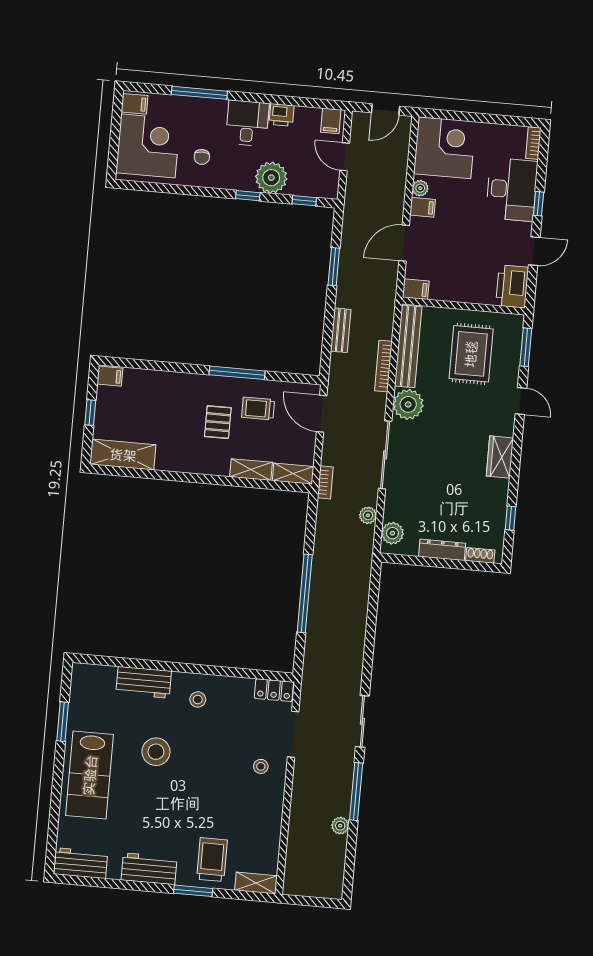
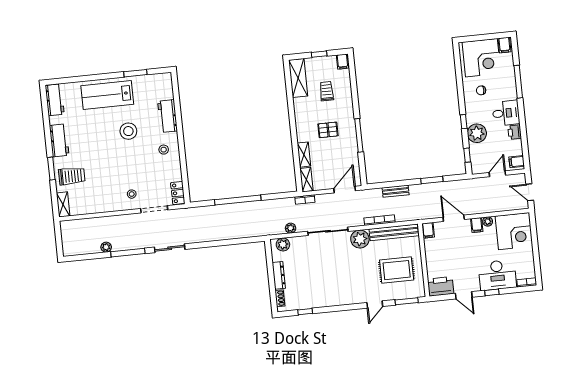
trolley: (258, 408) -> (327, 91), moved
wardrobe: (500, 457) -> (340, 299), removed

